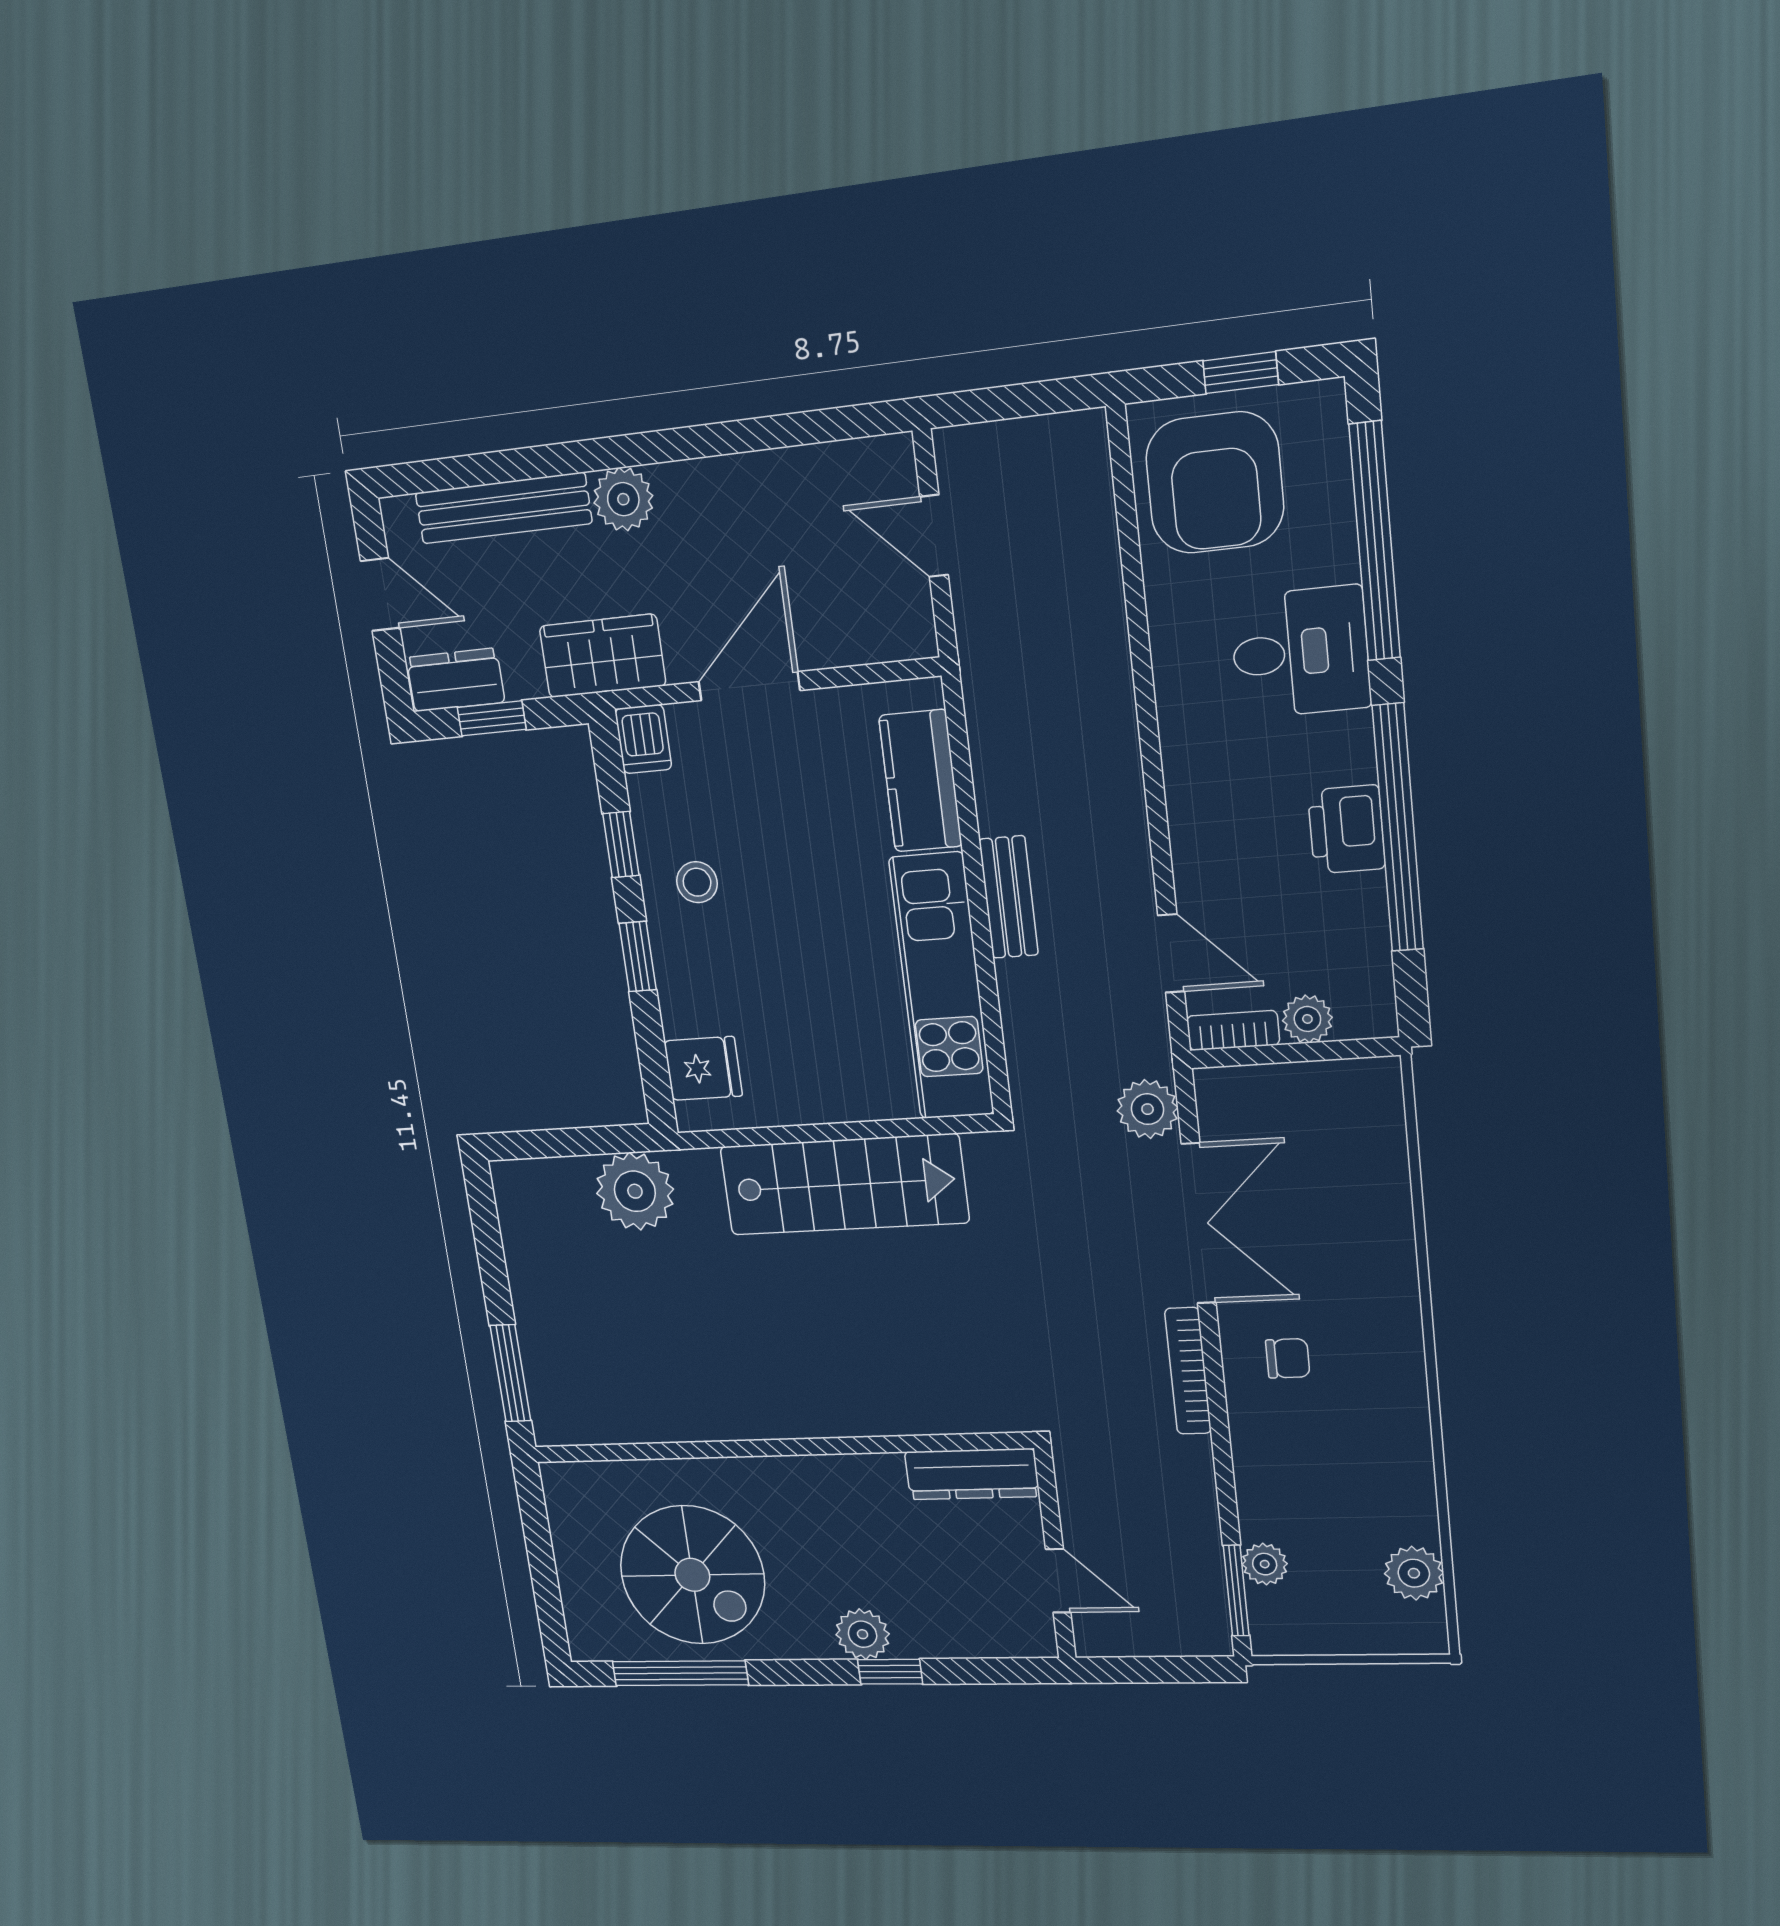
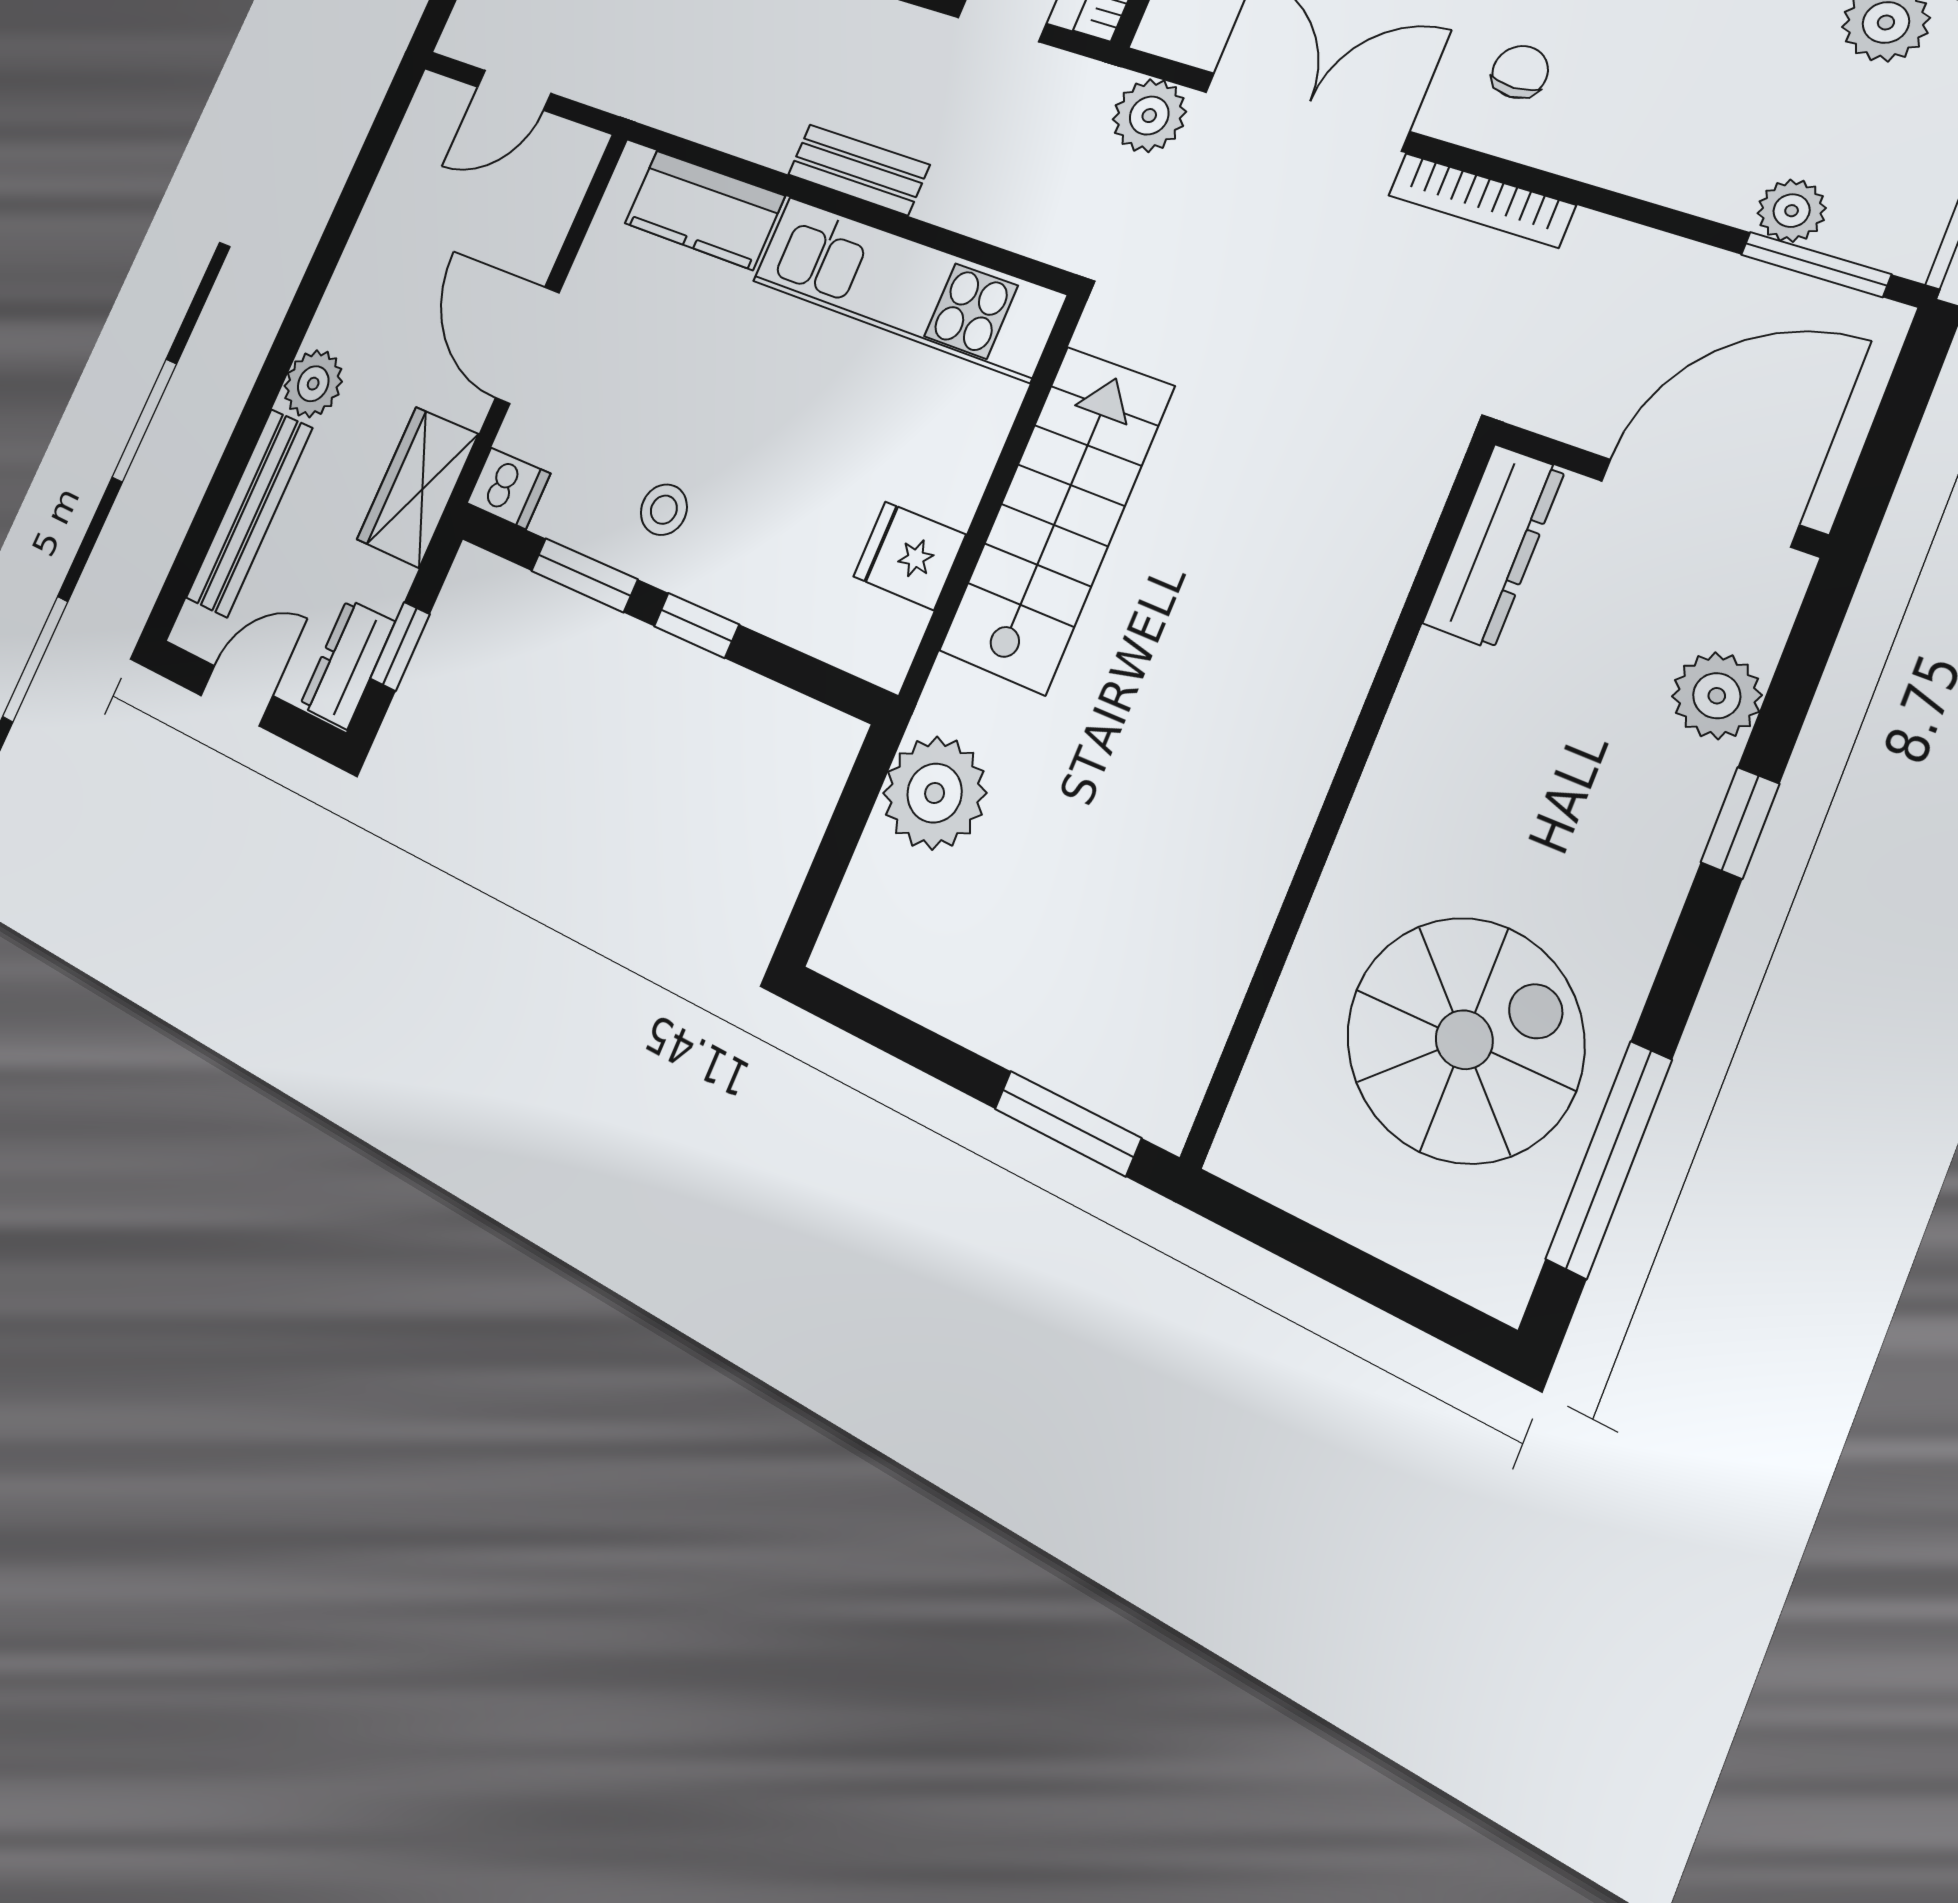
window: (621, 844) -> (584, 575), width x1.50
fridge: (703, 1068) -> (909, 556), moved, turned -90
door: (1058, 1581) -> (1699, 503), width x1.88
plant: (863, 1634) -> (1717, 696), moved

